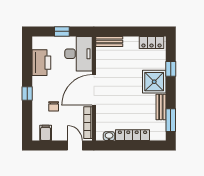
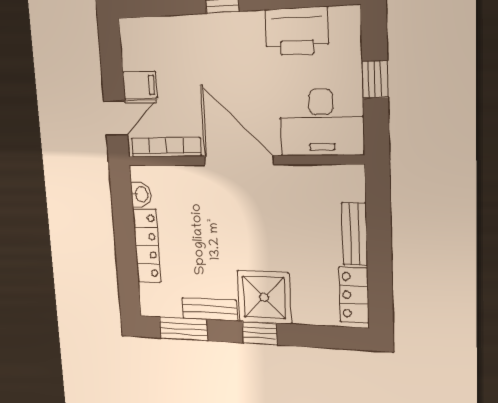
bench: (109, 41) -> (355, 234), moved
window: (171, 69) -> (260, 333), moved
chair: (54, 106) -> (197, 66), removed
filing cabinet: (46, 133) -> (140, 85), moved

